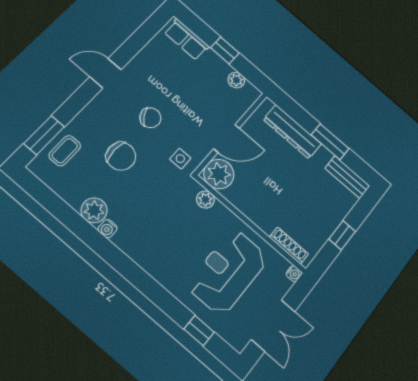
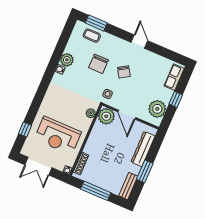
plant: (236, 80) -> (157, 109), width x1.87, depth x1.87
window: (342, 235) -> (96, 191), width x2.17
reception desk: (228, 272) -> (58, 136), turned 180

